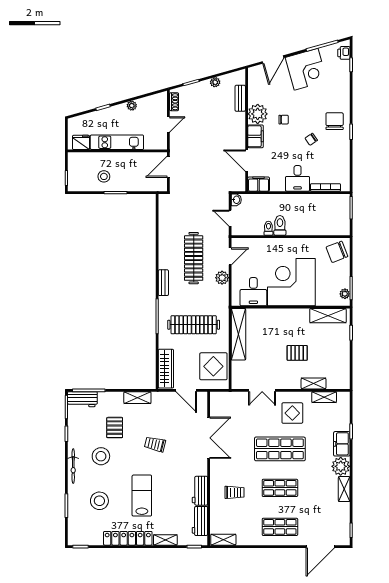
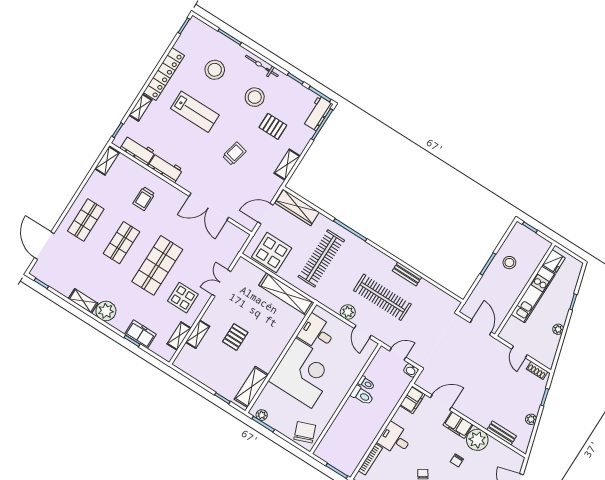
bench: (163, 283) -> (407, 274), moved
freezer: (342, 444) -> (140, 334), moved

